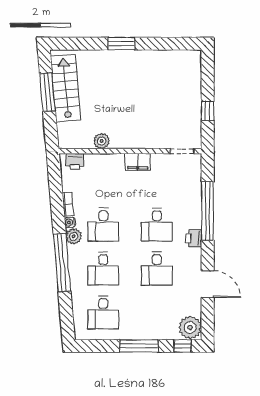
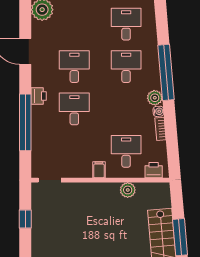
filing cabinet: (138, 162) -> (99, 170), width x0.50
desk: (103, 225) -> (126, 151), moved

